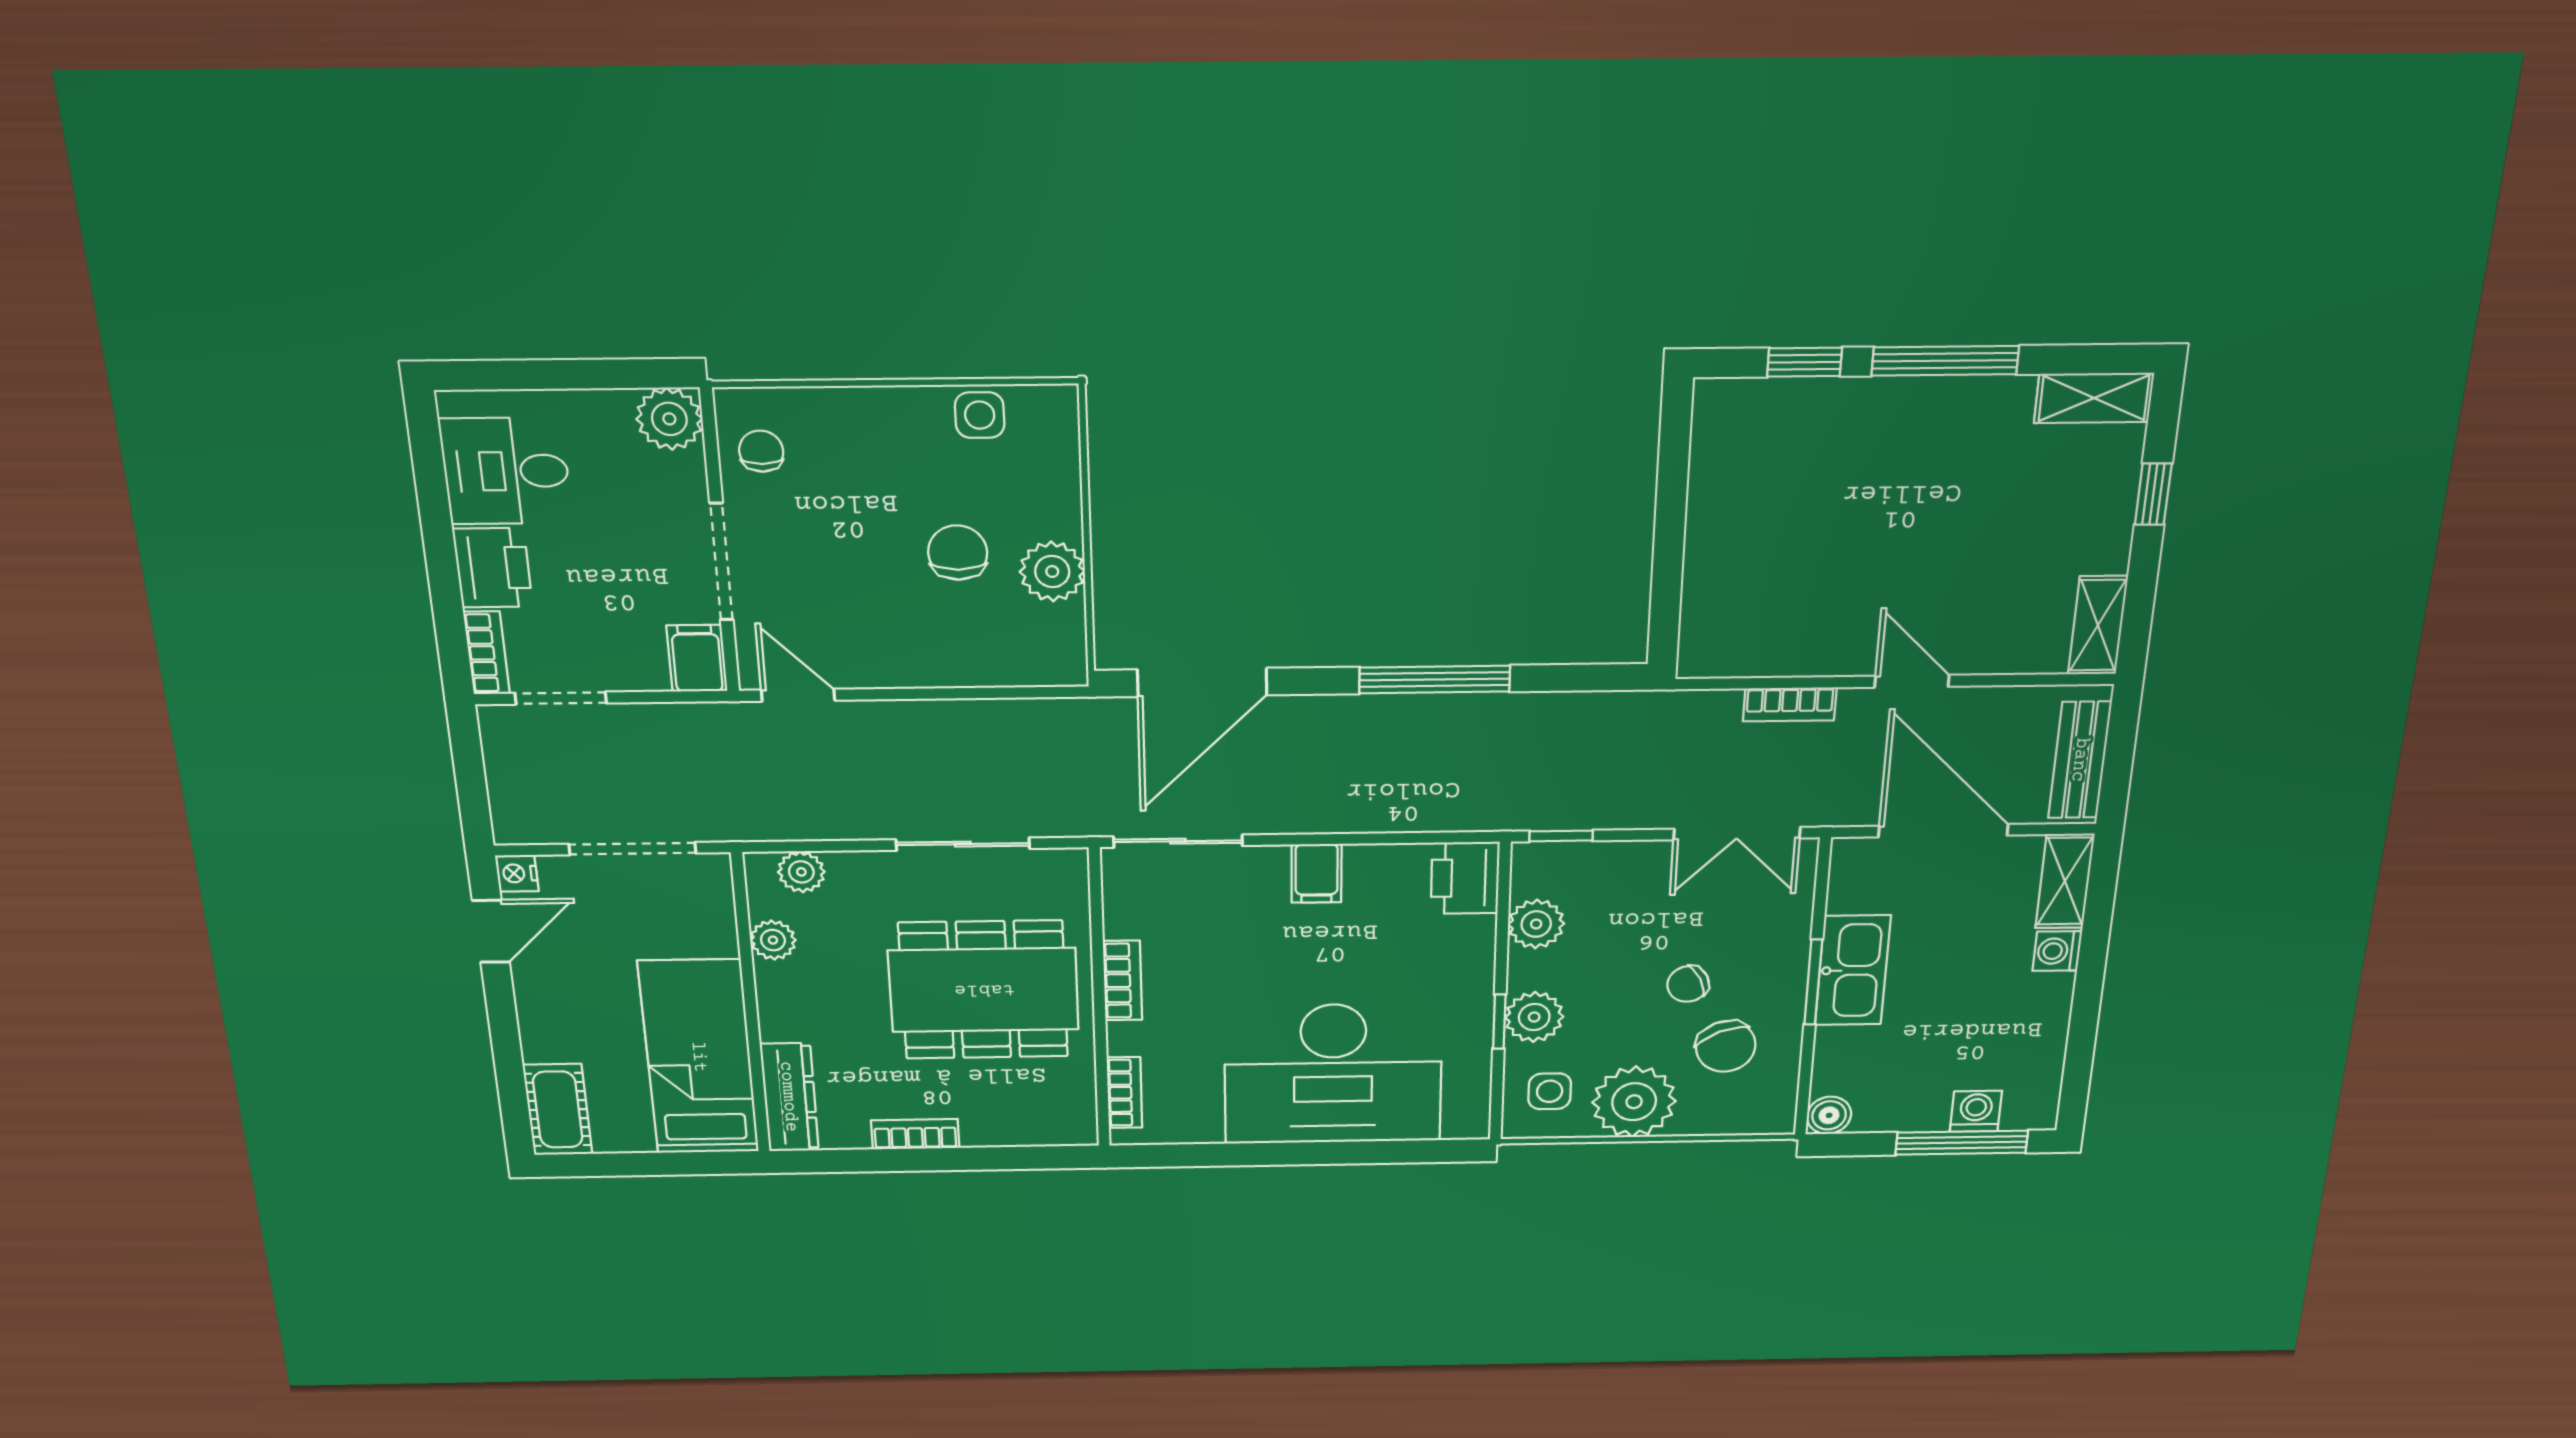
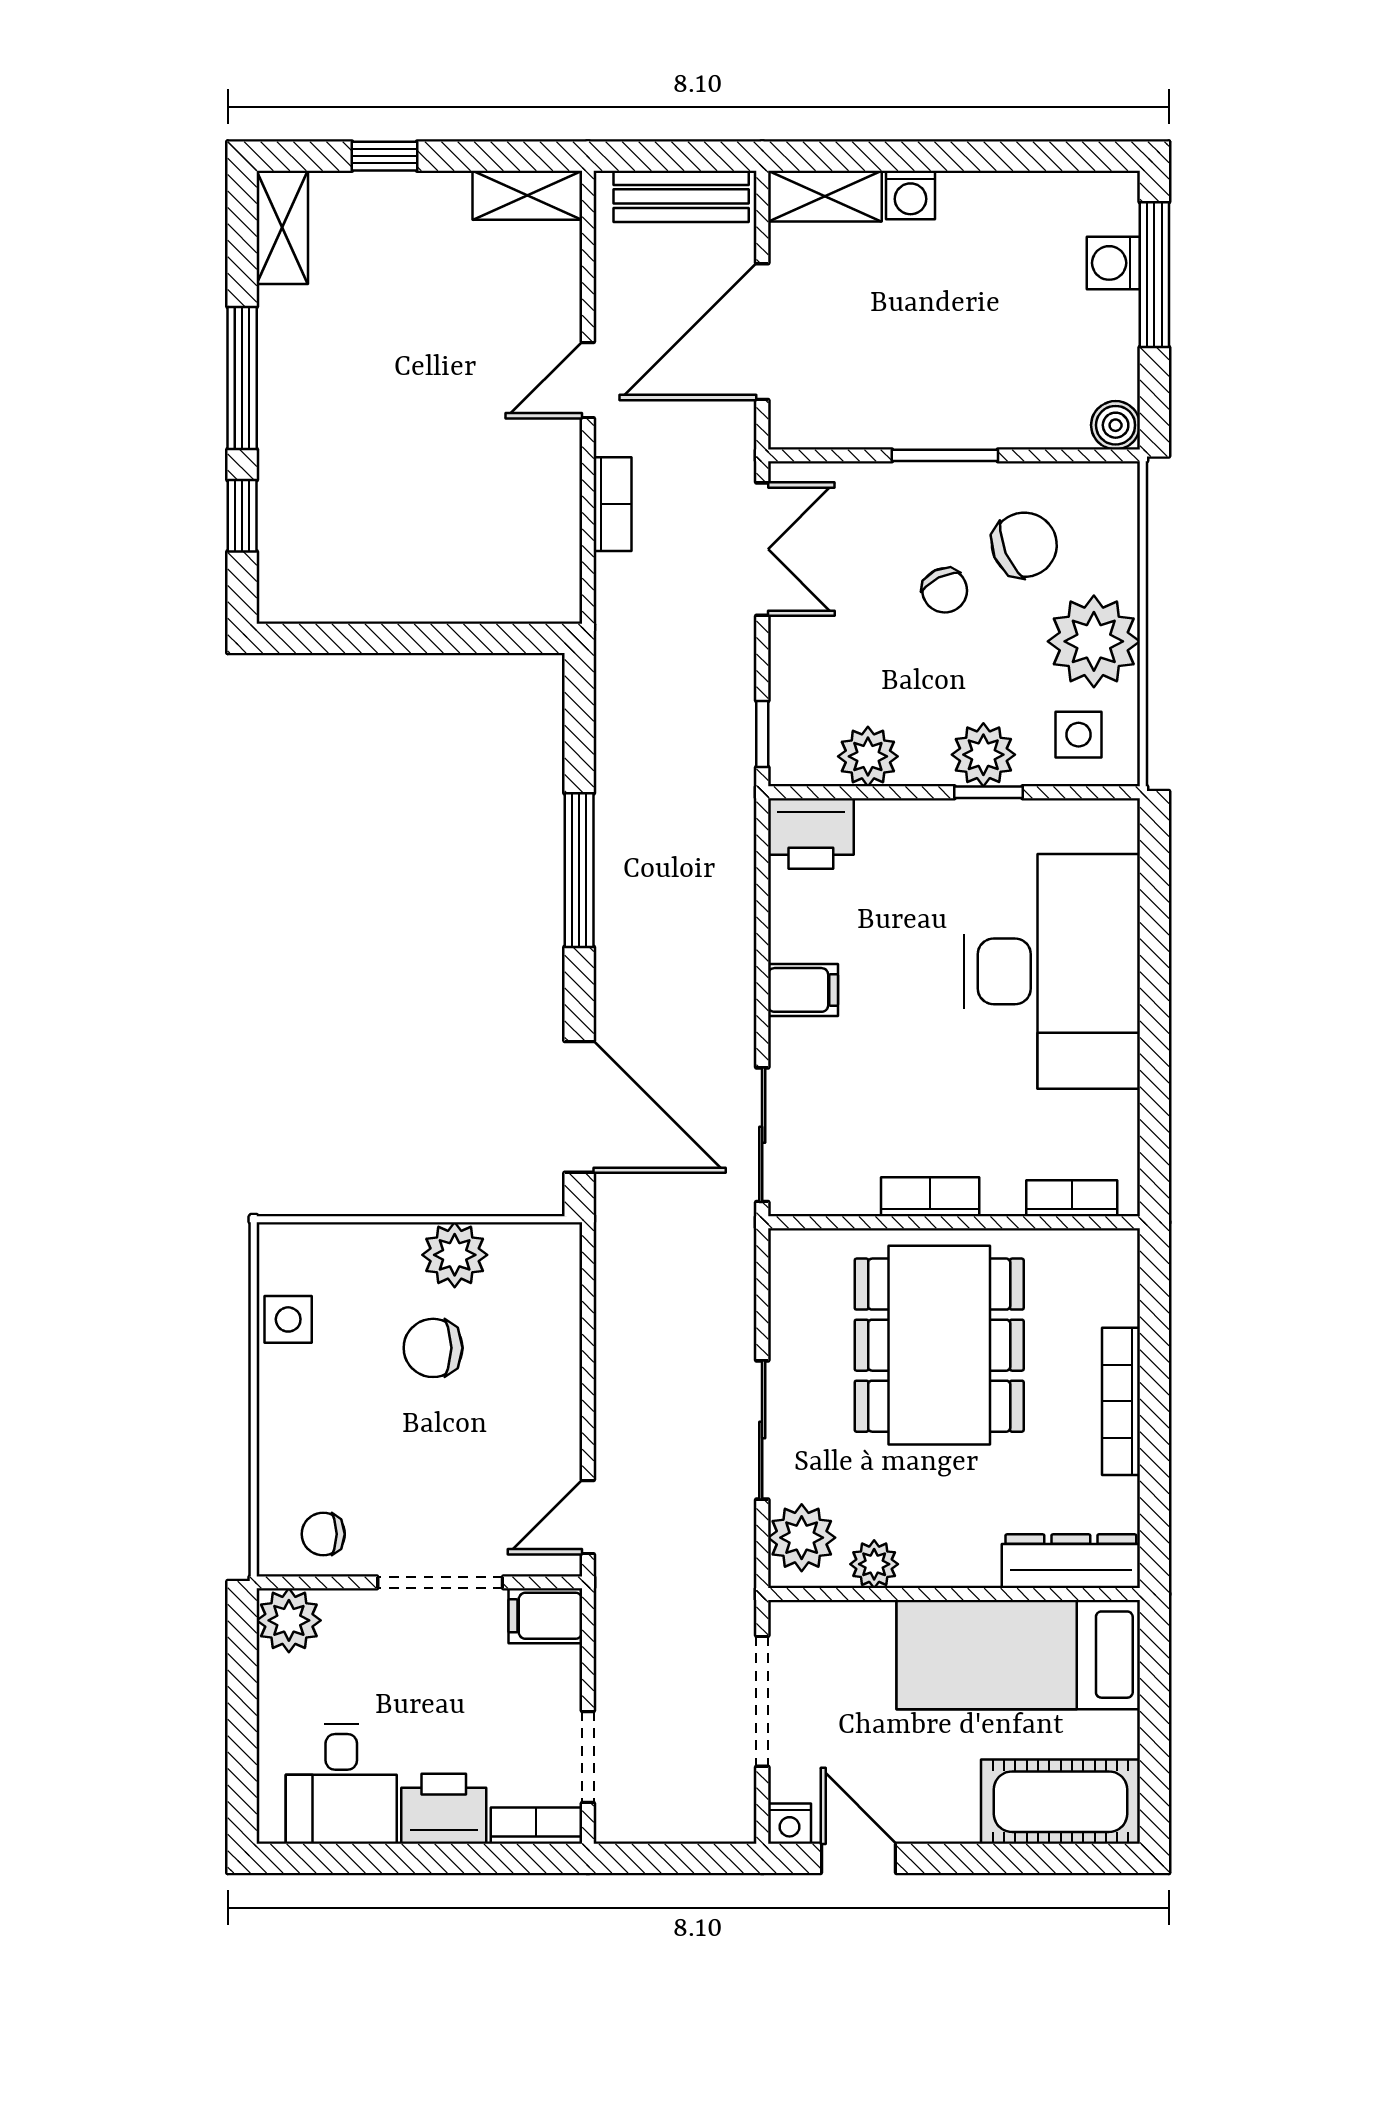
sliding door: (963, 844) -> (762, 1430), moved
plant: (801, 872) -> (802, 1538), width x1.38, depth x1.38
kitchen sink: (1853, 970) -> (931, 414), removed
cot: (558, 1110) -> (1061, 1802), width x1.37, depth x1.34
bookcase: (915, 1134) -> (1121, 1401), width x1.56

